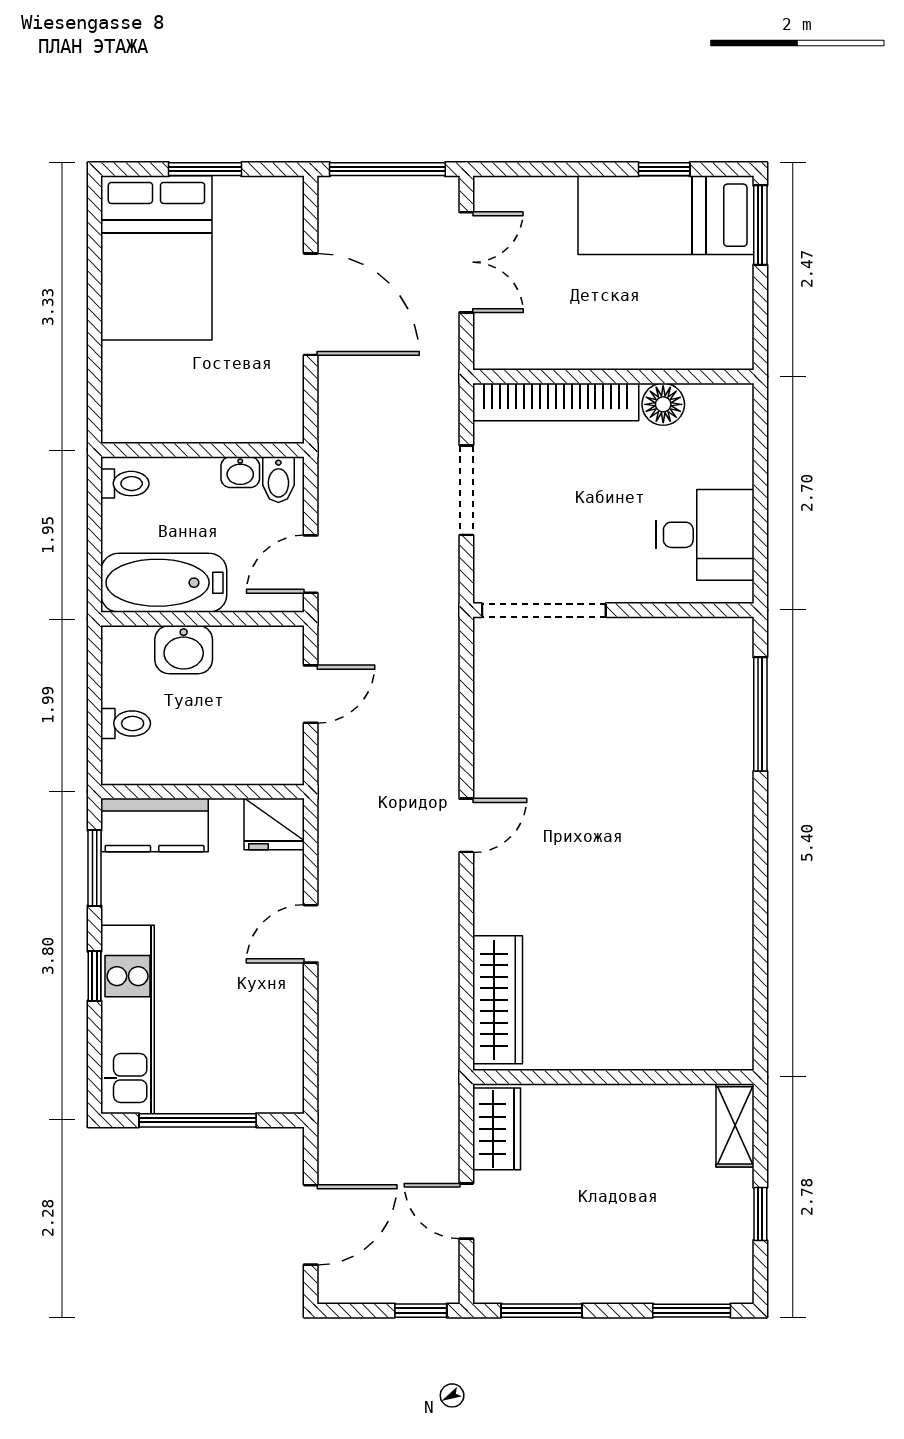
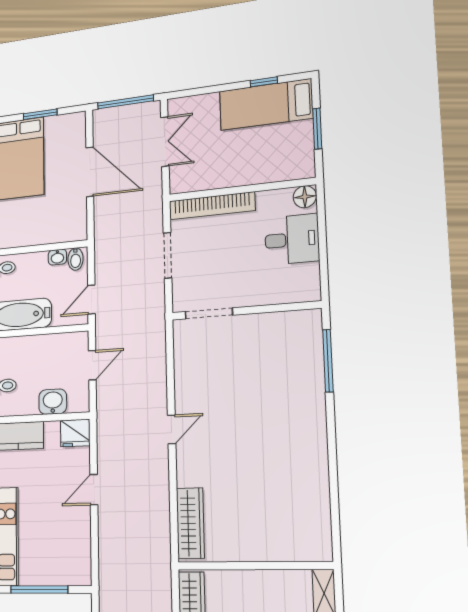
window: (760, 225) -> (317, 129), moved
floor lamp: (663, 404) -> (305, 197), moved
desk: (705, 535) -> (292, 239), moved
doorway: (544, 610) -> (209, 313), width x0.73
washbasin: (184, 650) -> (53, 402), moved, turned 180

